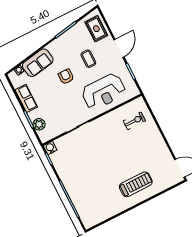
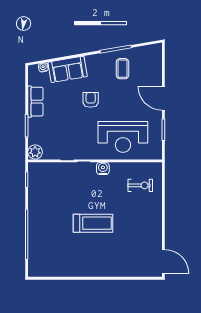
rug: (96, 29) -> (150, 65), removed
door: (119, 48) -> (163, 98), swing flipped
coffee table: (88, 59) -> (122, 69), moved
plant: (39, 124) -> (35, 152), moved
water cooler: (50, 148) -> (103, 168), moved
treadmill: (136, 184) -> (93, 223), moved

